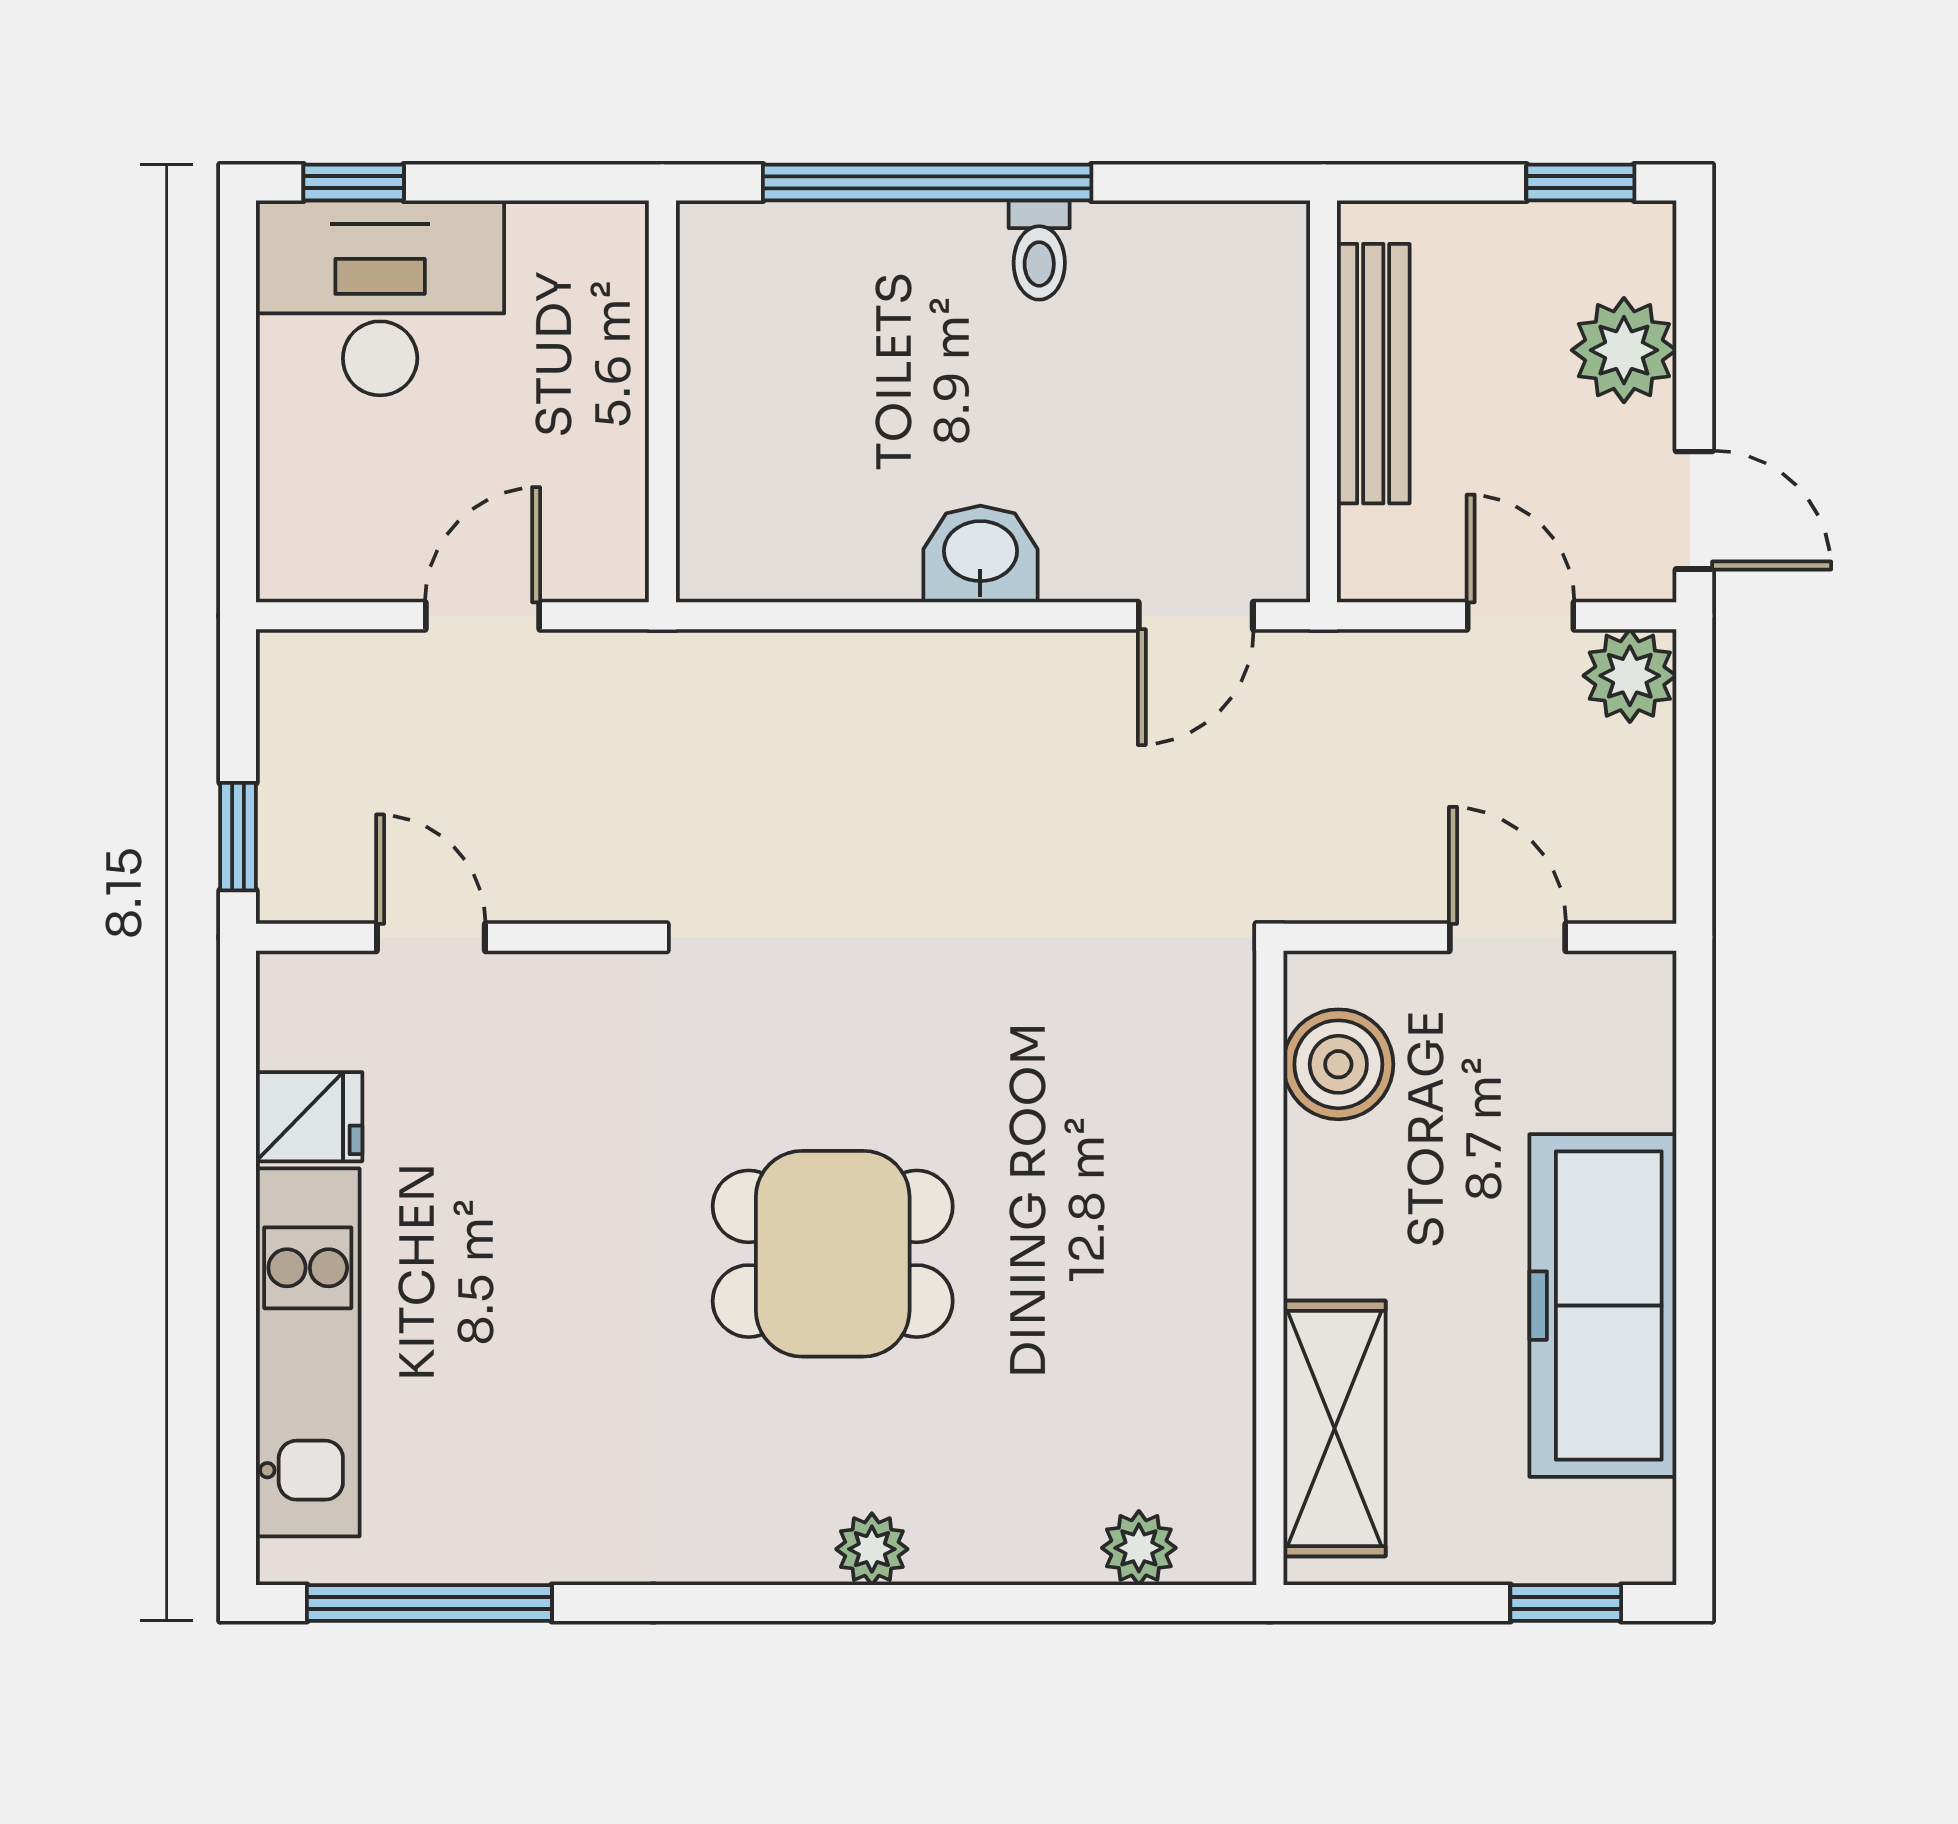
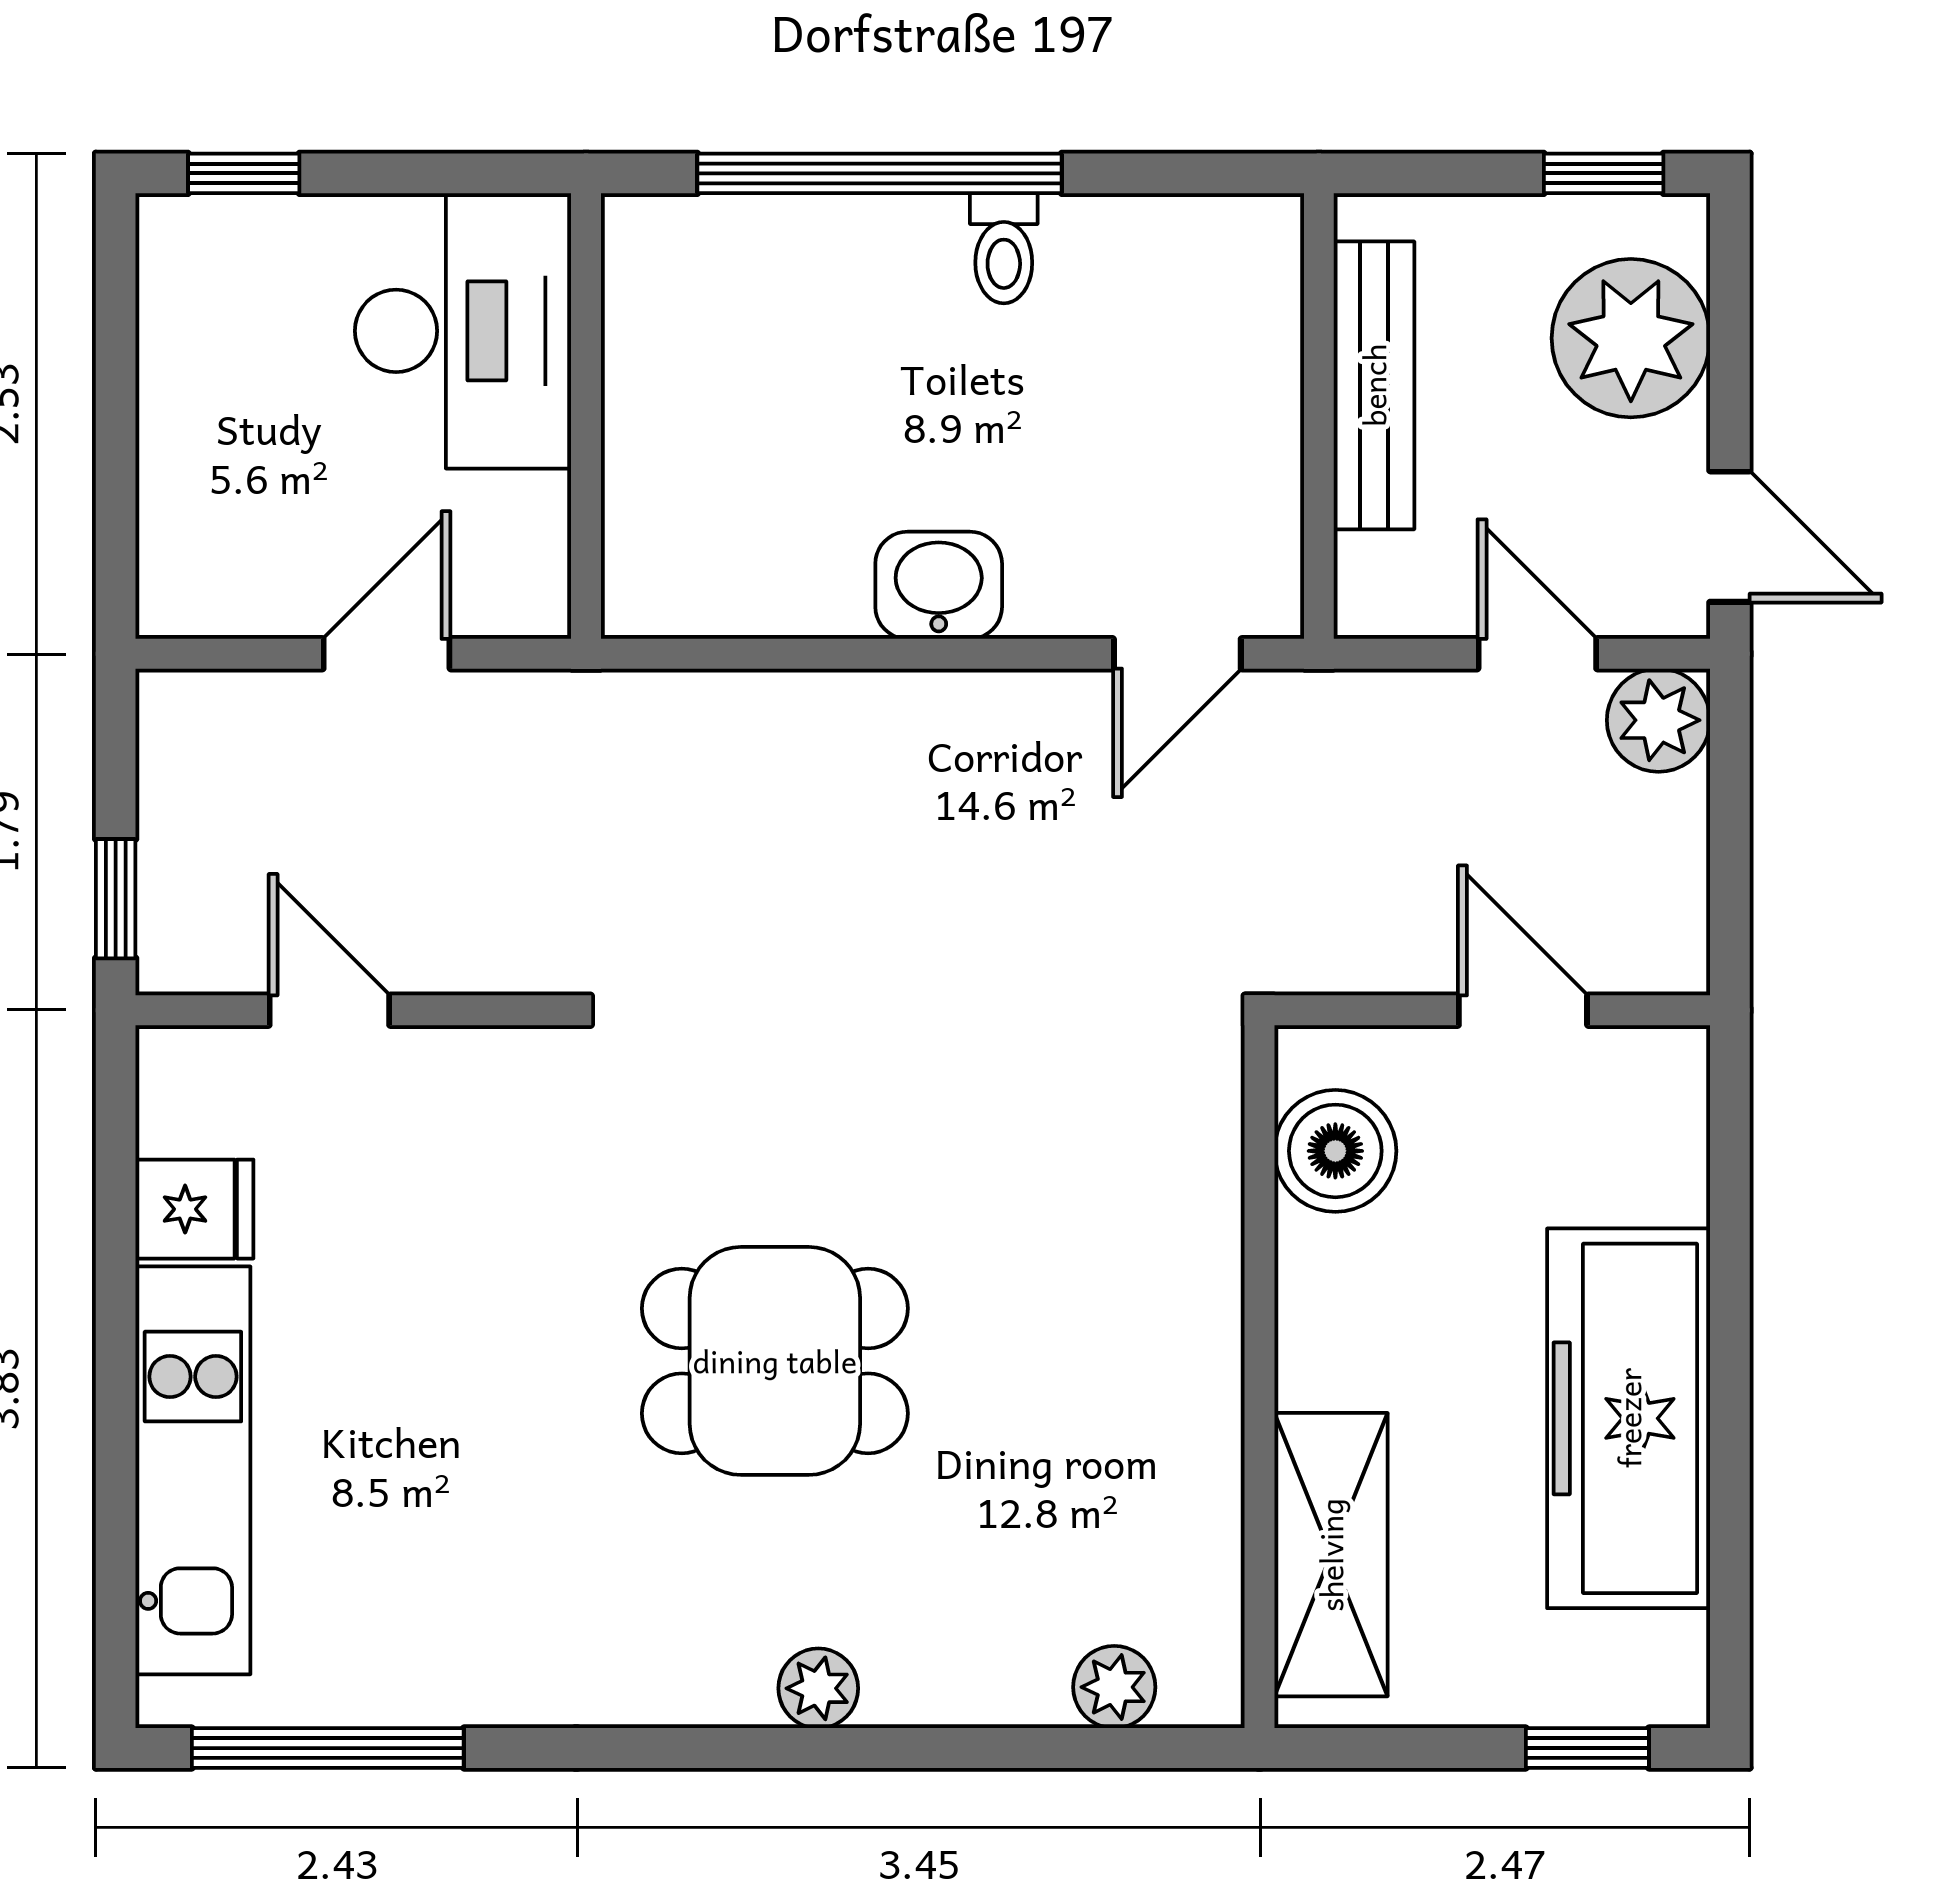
desk: (380, 298) -> (463, 331), moved, turned 90
plant: (1624, 350) -> (1631, 338), width x1.36, depth x1.36

